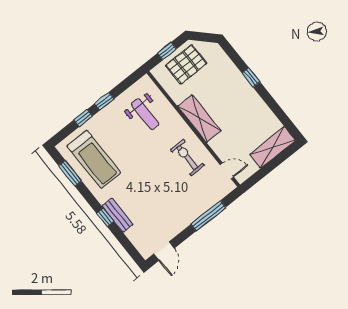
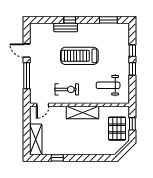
window: (251, 77) -> (57, 158), moved
treadmill: (94, 159) -> (79, 56), moved
door: (164, 251) -> (27, 51), moved

